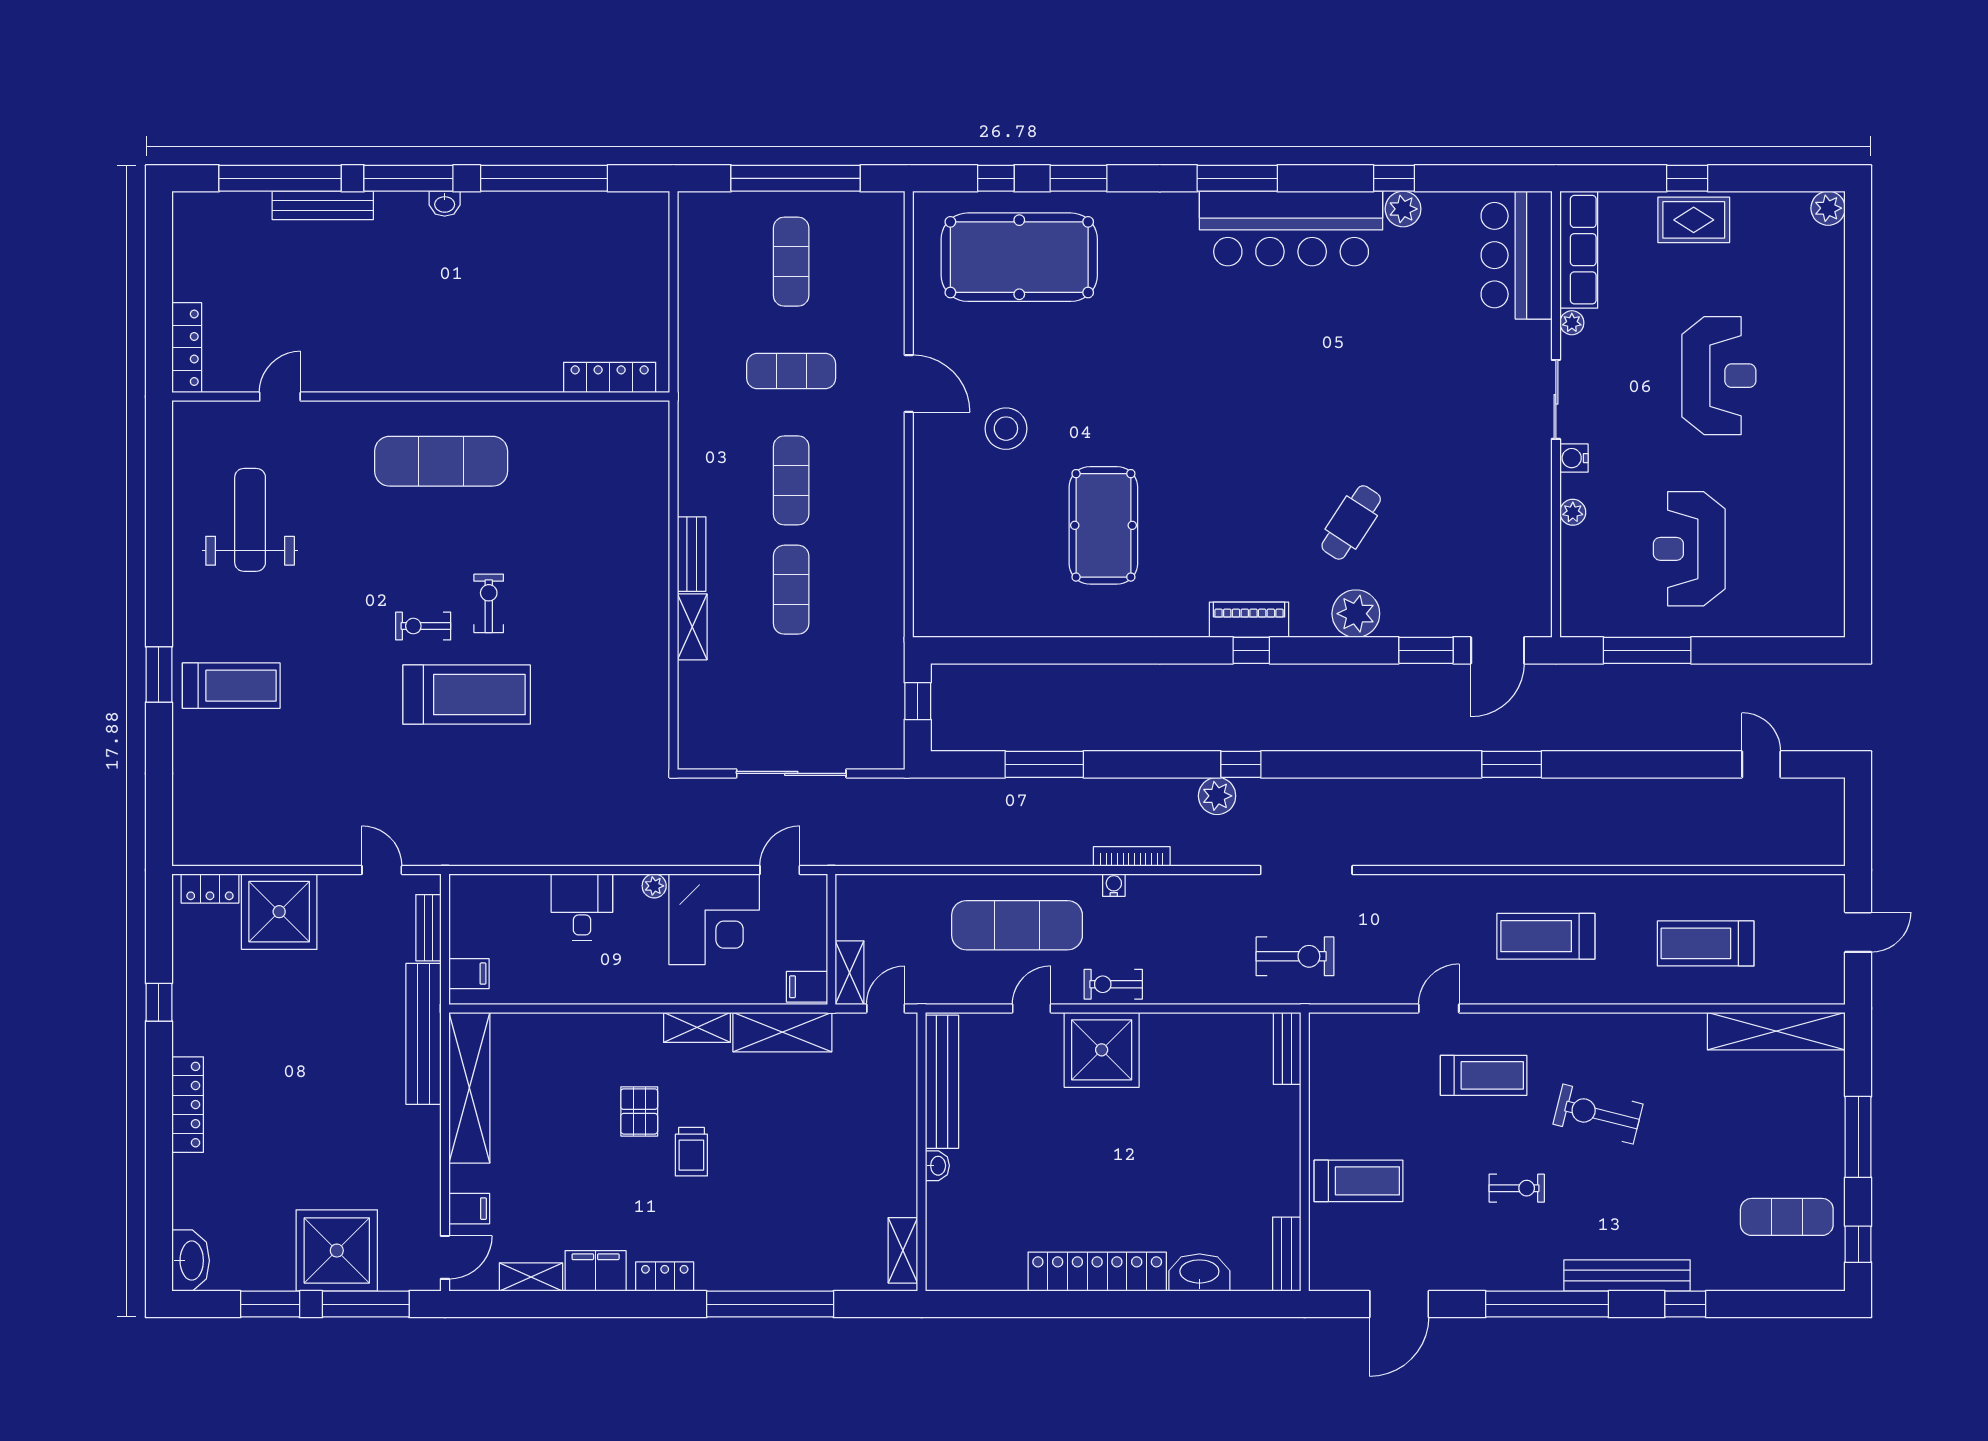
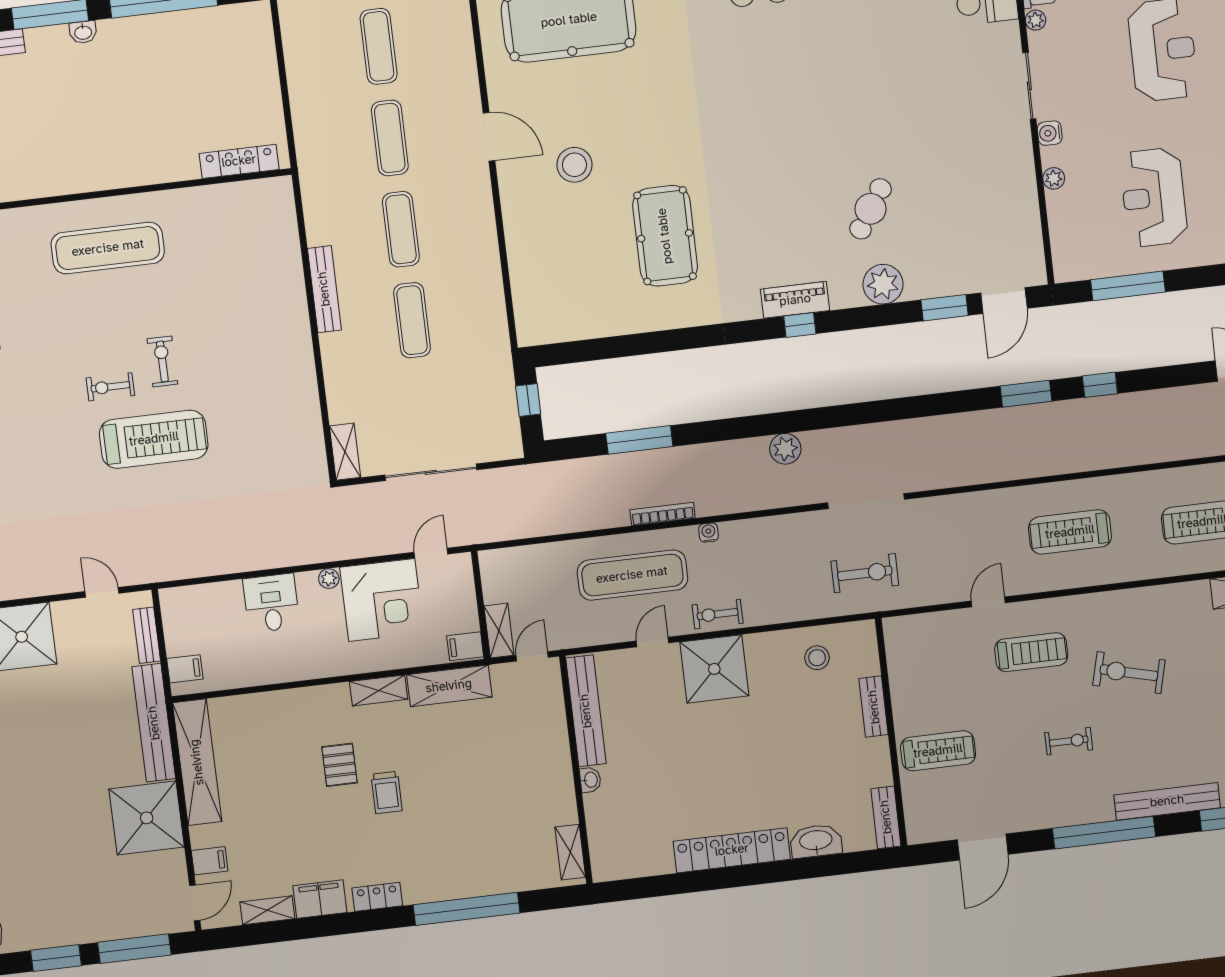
exercise mat: (791, 371) -> (390, 138), turned 90
bench: (692, 554) -> (324, 289), width x1.36
shelving: (692, 627) -> (345, 452), moved
window: (1241, 764) -> (1100, 385), moved
bookcase: (1132, 856) -> (663, 514), moved
bench: (1287, 1048) -> (874, 707), moved
stool: (1226, 1051) -> (817, 658), added
shower: (337, 1251) -> (147, 818), moved

